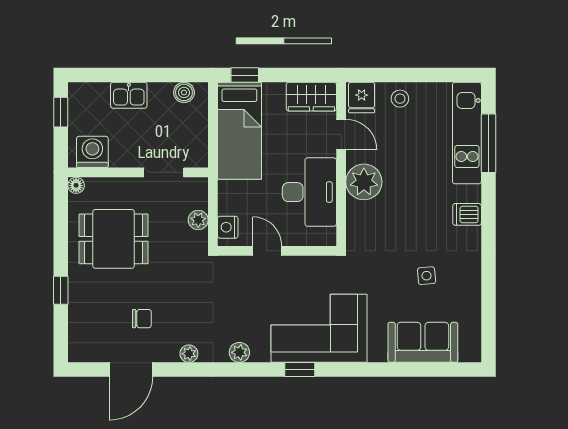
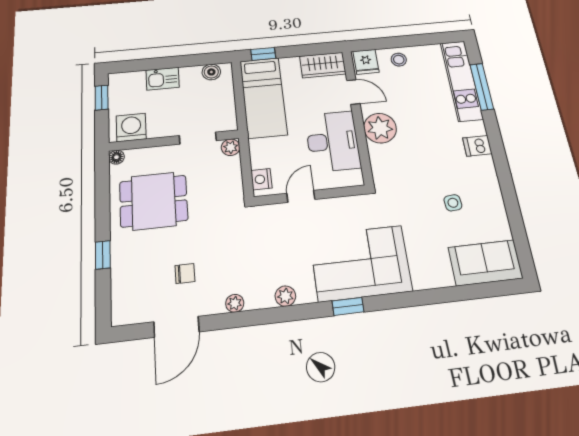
plant: (198, 220) -> (231, 147), moved
door: (267, 251) -> (301, 196), hinge flipped
sofa: (423, 342) -> (485, 263), moved

